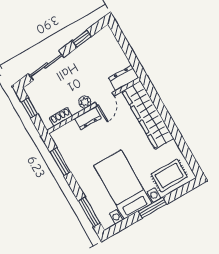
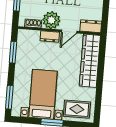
plant: (85, 102) -> (51, 20), width x1.88, depth x1.88

